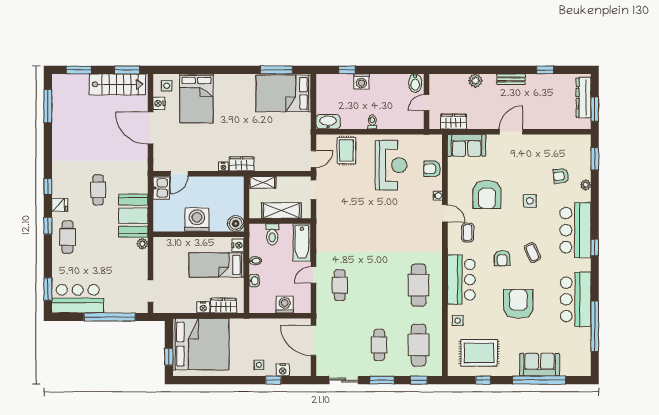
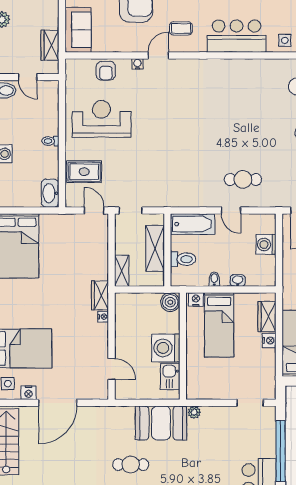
kitchen sink: (161, 188) -> (170, 376), moved, turned -90
cafe table: (419, 285) -> (243, 87), removed

